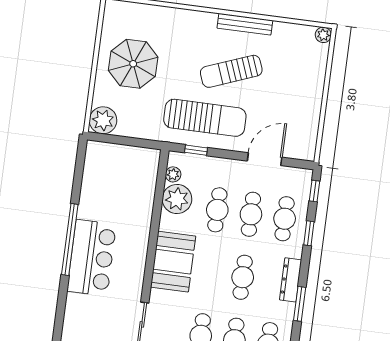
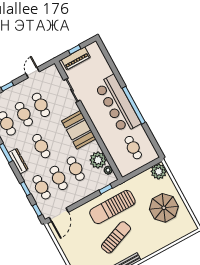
door: (265, 159) -> (59, 215), moved
cafe table: (114, 180) -> (133, 148), added
bar counter: (92, 258) -> (118, 104), width x1.36

